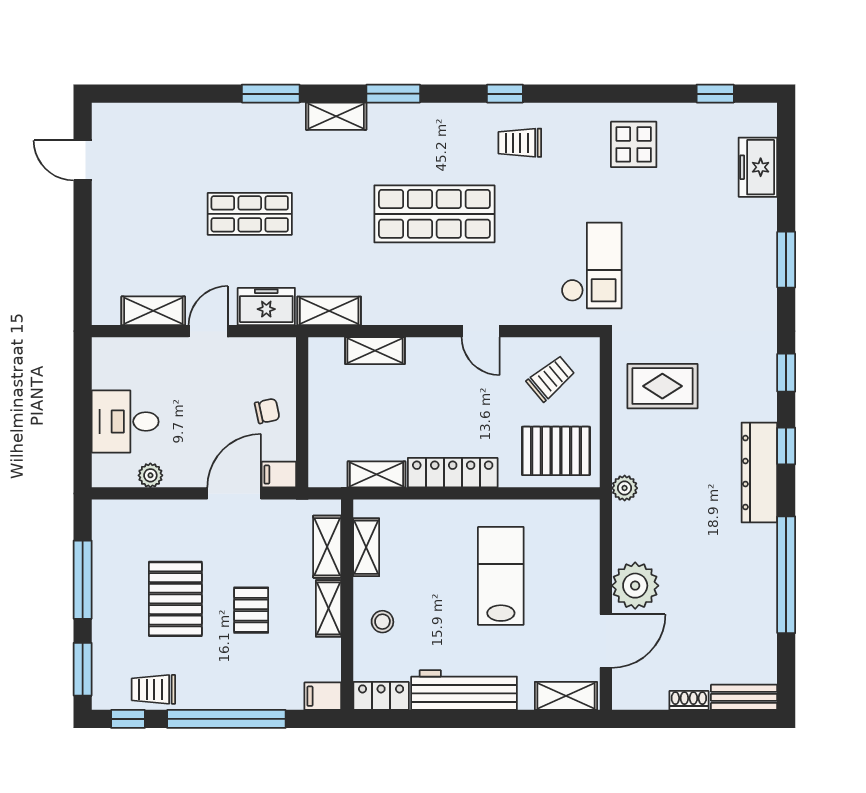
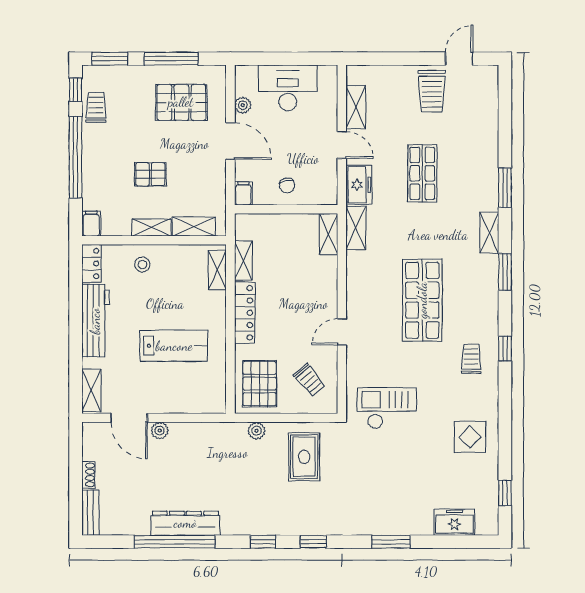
trolley: (130, 200) -> (432, 91), added
checkout: (592, 265) -> (387, 408), turned 180
shelving: (375, 351) -> (328, 234), moved
desk: (125, 422) -> (288, 88), width x1.37
dresser: (759, 473) -> (185, 523), moved
plant: (625, 488) -> (257, 431), moved
door: (234, 493) -> (230, 141), moved
shelving: (366, 547) -> (217, 270), moved, turned 90
plant: (635, 586) -> (160, 431), width x0.53, depth x0.53
pallet: (175, 599) -> (181, 102), moved

